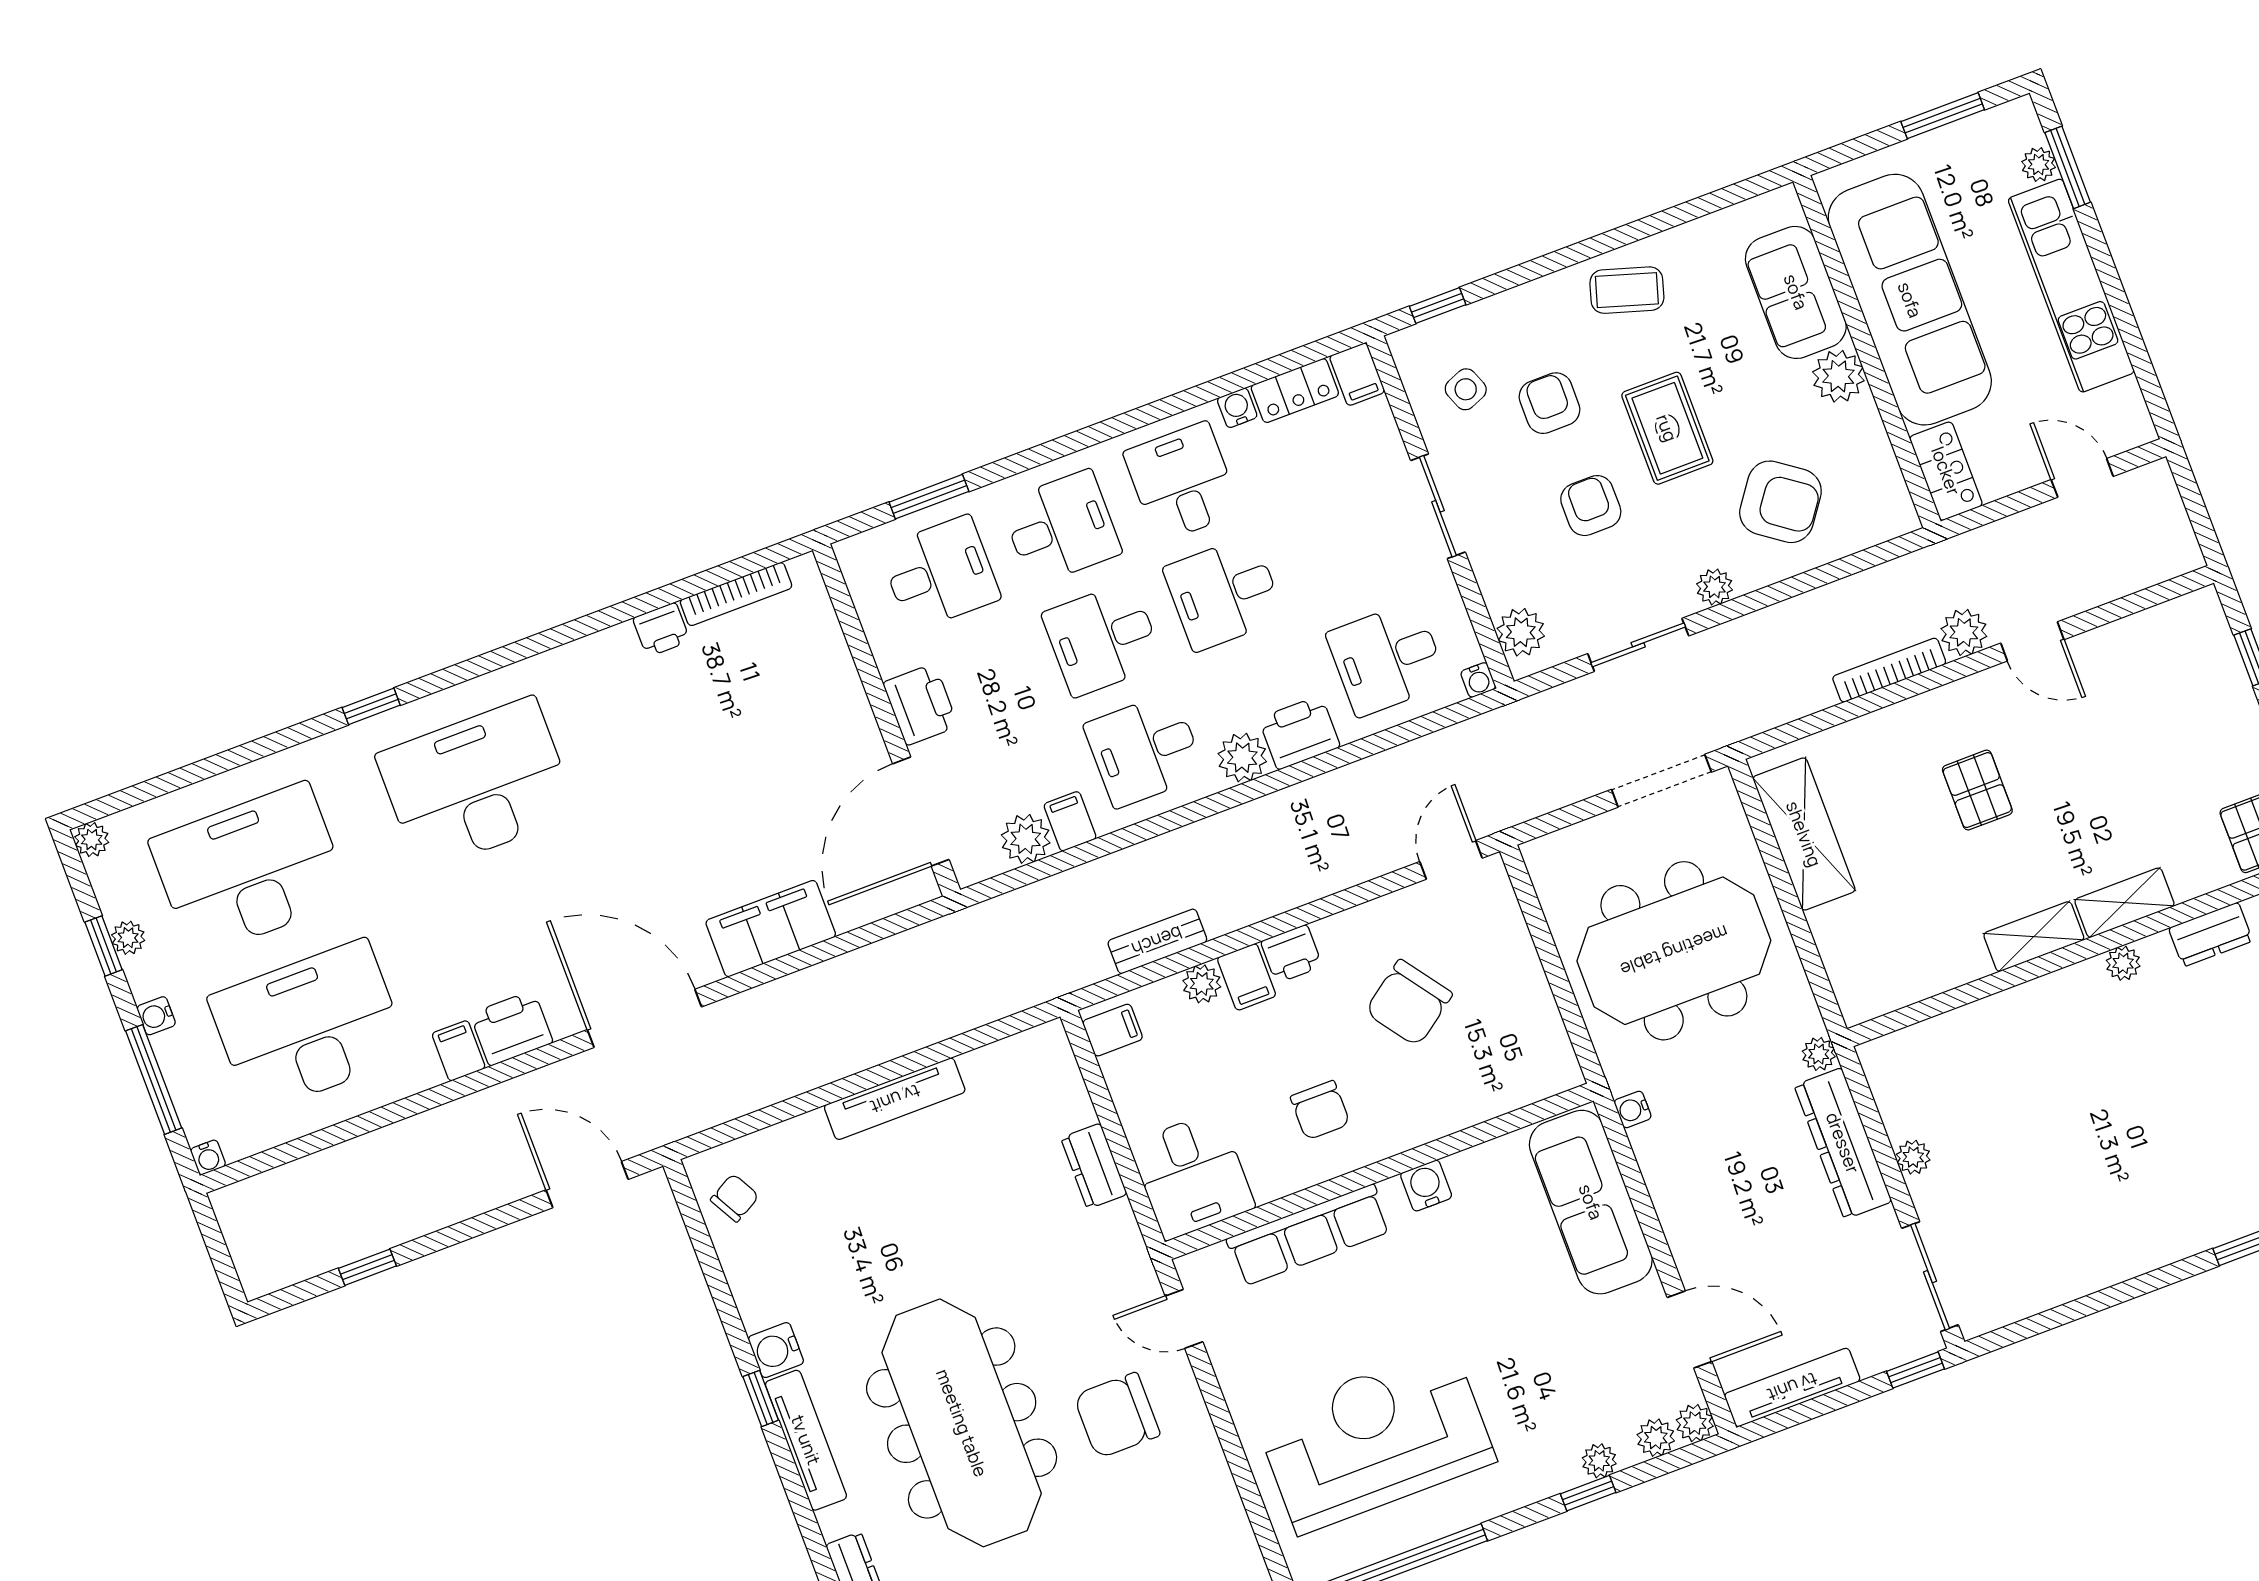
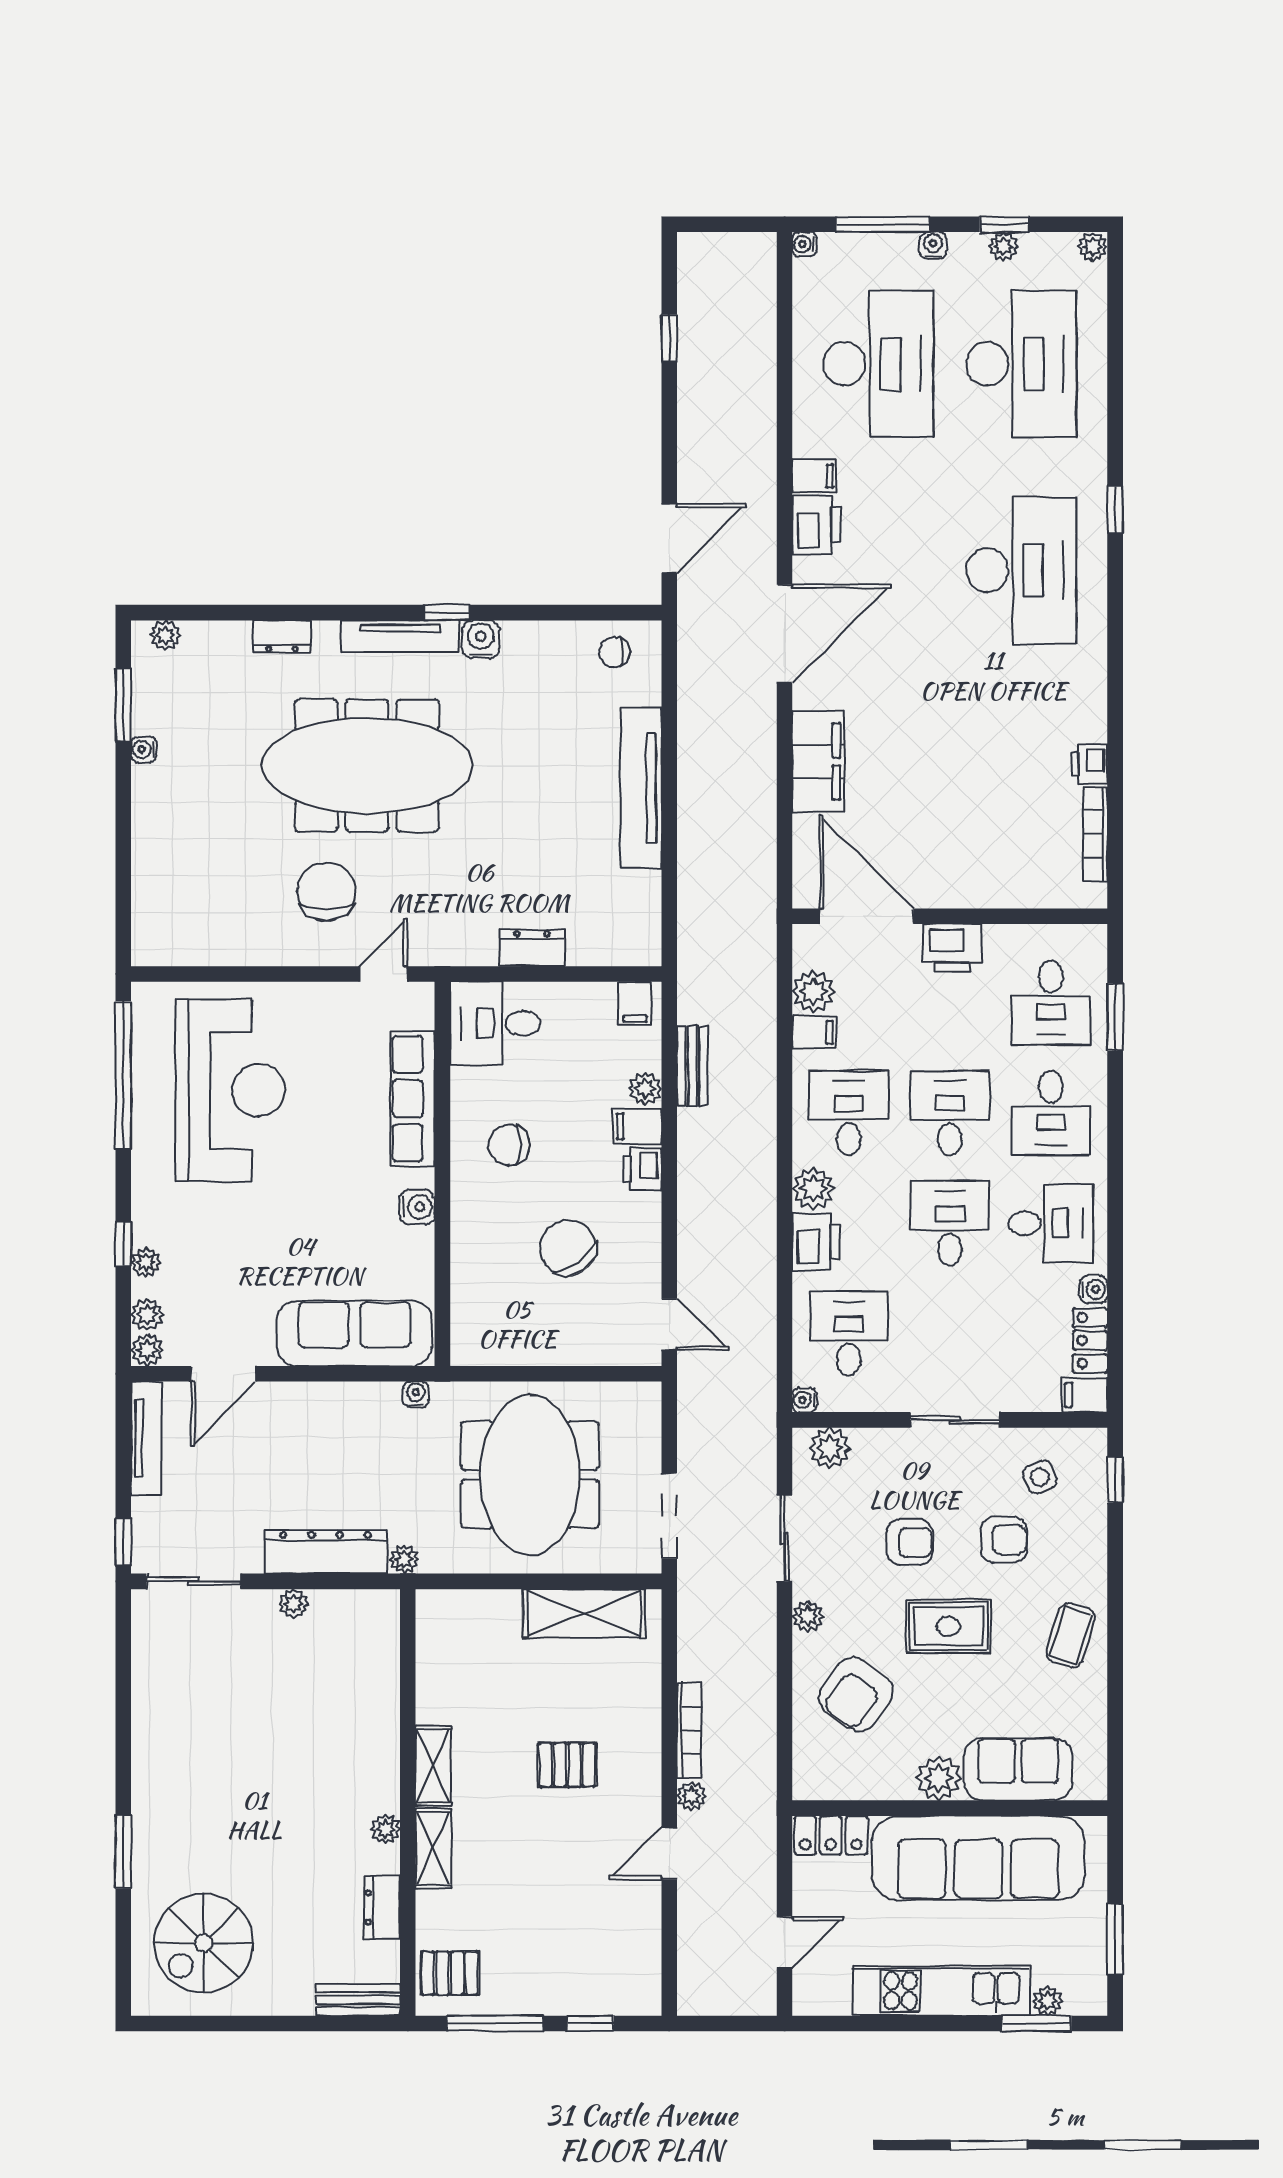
plant: (1964, 632) -> (691, 1796), width x0.73, depth x0.73
tv unit: (895, 1099) -> (641, 788), width x1.36, depth x1.29
chair: (735, 1198) -> (614, 652), turned 119

